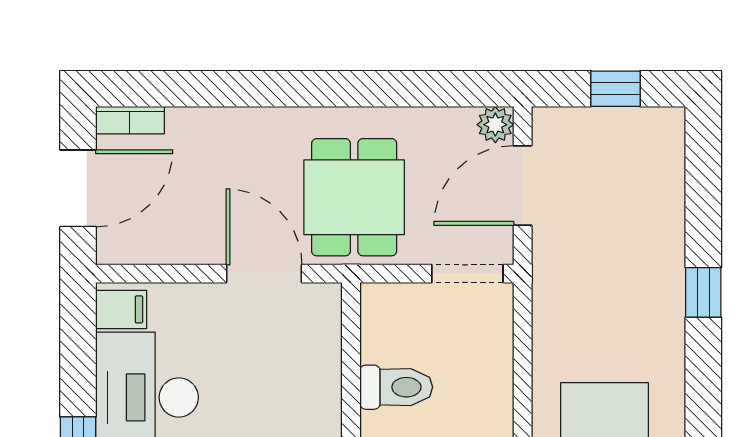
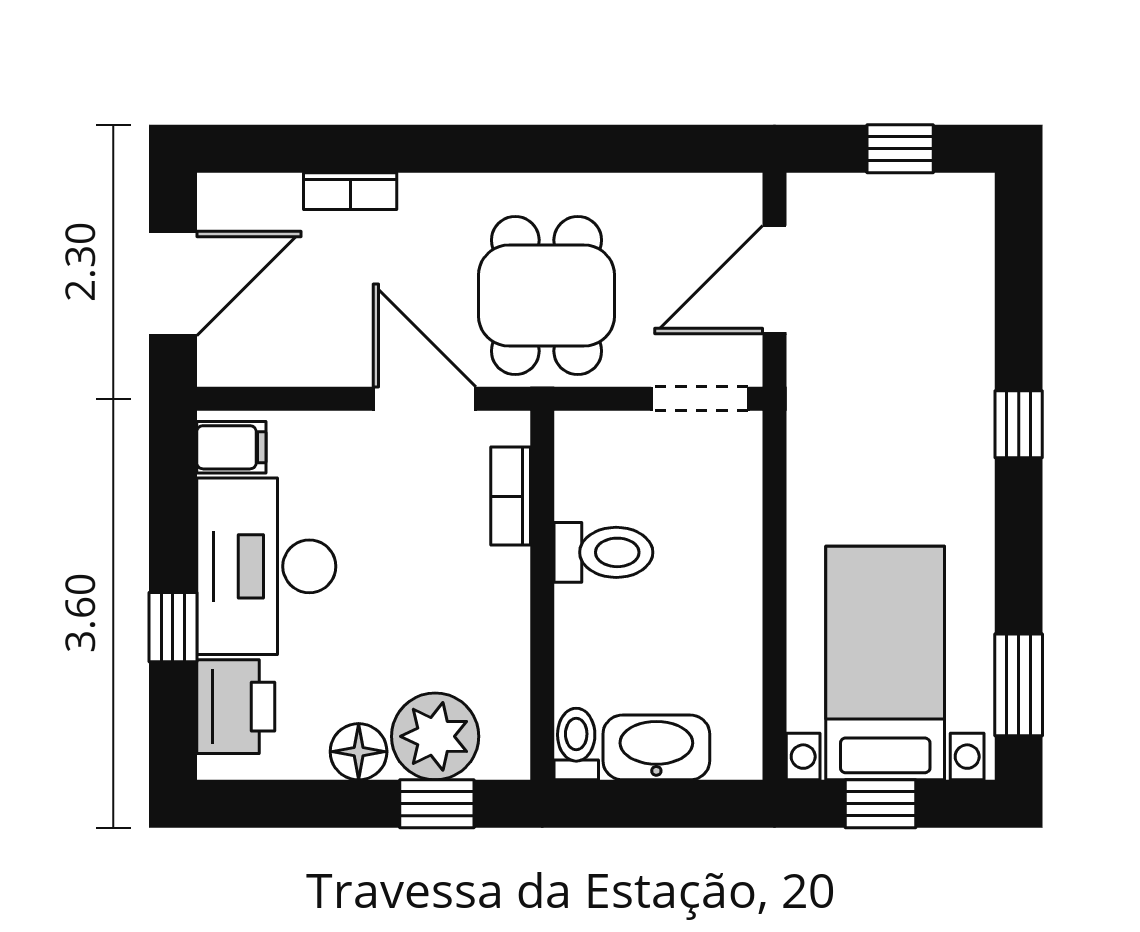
bookcase: (130, 120) -> (350, 191), moved
plant: (495, 125) -> (737, 197), removed
bookcase: (328, 345) -> (511, 496), added

